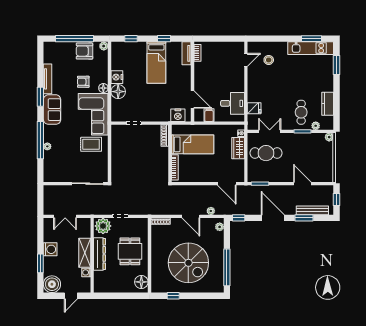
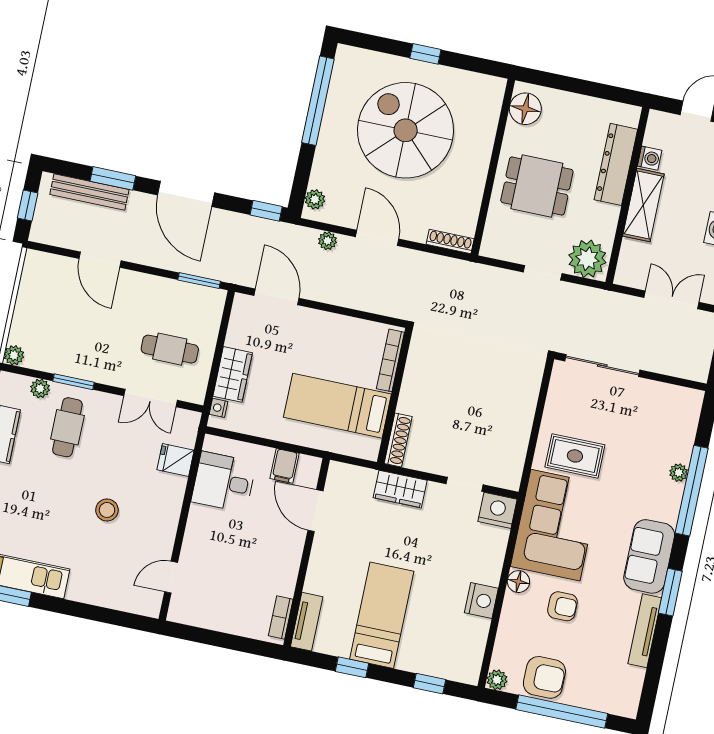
stool: (269, 60) -> (107, 510), moved
floor lamp: (118, 92) -> (485, 566), removed
nightstand: (178, 115) -> (497, 510), moved
wardrobe: (160, 116) -> (400, 489), added
cafe table: (266, 153) -> (170, 349), width x0.73, depth x0.74
dining table: (130, 251) -> (537, 186), turned 90
dresser: (99, 254) -> (616, 164), moved
window: (173, 296) -> (425, 54), moved

